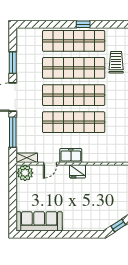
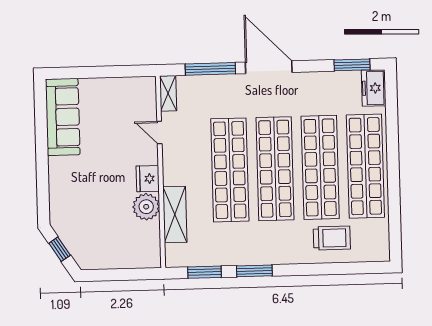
window: (83, 24) -> (394, 181), removed
window: (13, 63) -> (352, 65), moved
freezer: (71, 155) -> (374, 88), moved, turned 180
shelving: (99, 156) -> (175, 215), added
plant: (25, 173) -> (146, 207), moved

